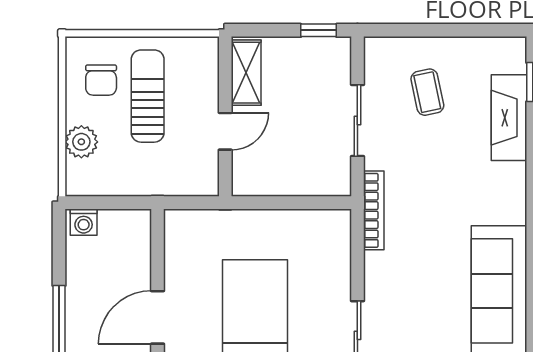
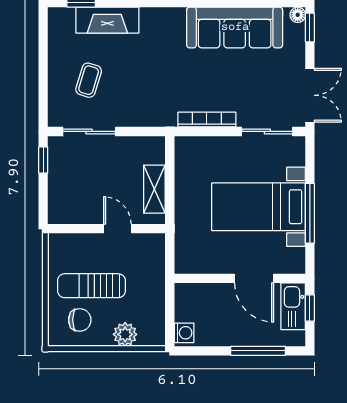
shelving: (246, 73) -> (154, 189), moved, turned 90
coffee table: (427, 92) -> (89, 80), turned -61
sliding door: (357, 120) -> (89, 131), moved
bookcase: (374, 210) -> (207, 120), moved

